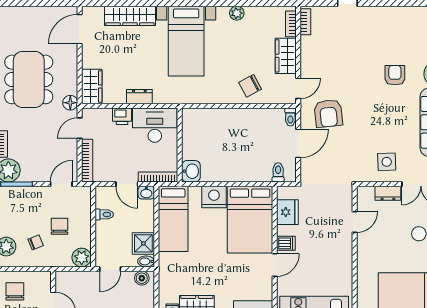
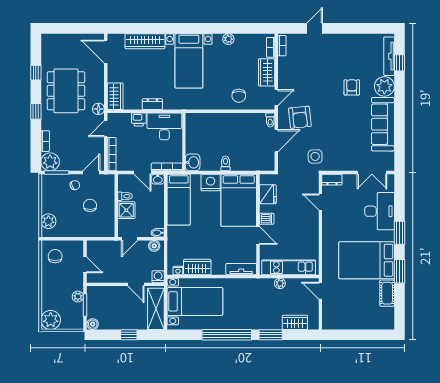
door: (80, 29) -> (106, 52), hinge flipped
chair: (250, 86) -> (239, 96), turned -62
side table: (387, 162) -> (315, 156), moved
toilet: (278, 172) -> (225, 163), moved
dresser: (388, 193) -> (332, 180), moved
door: (355, 222) -> (320, 202), swing flipped
chair: (36, 242) -> (75, 185), moved
shower: (143, 243) -> (126, 210), moved
plant: (82, 257) -> (107, 230), removed
door: (275, 265) -> (258, 236), hinge flipped

